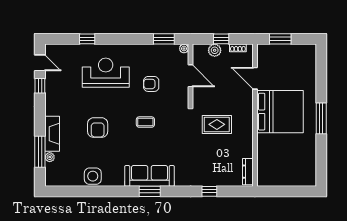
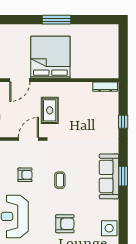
door: (191, 76) -> (28, 139), moved
armchair: (151, 84) -> (25, 175), turned -90
rug: (217, 124) -> (50, 110), moved

